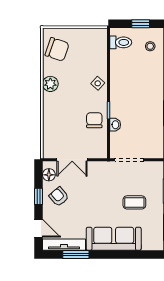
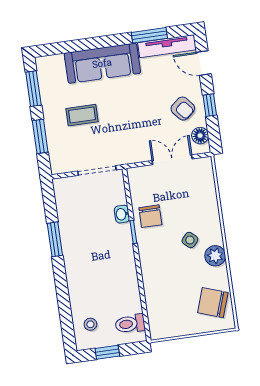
side table: (98, 83) -> (190, 240), moved

